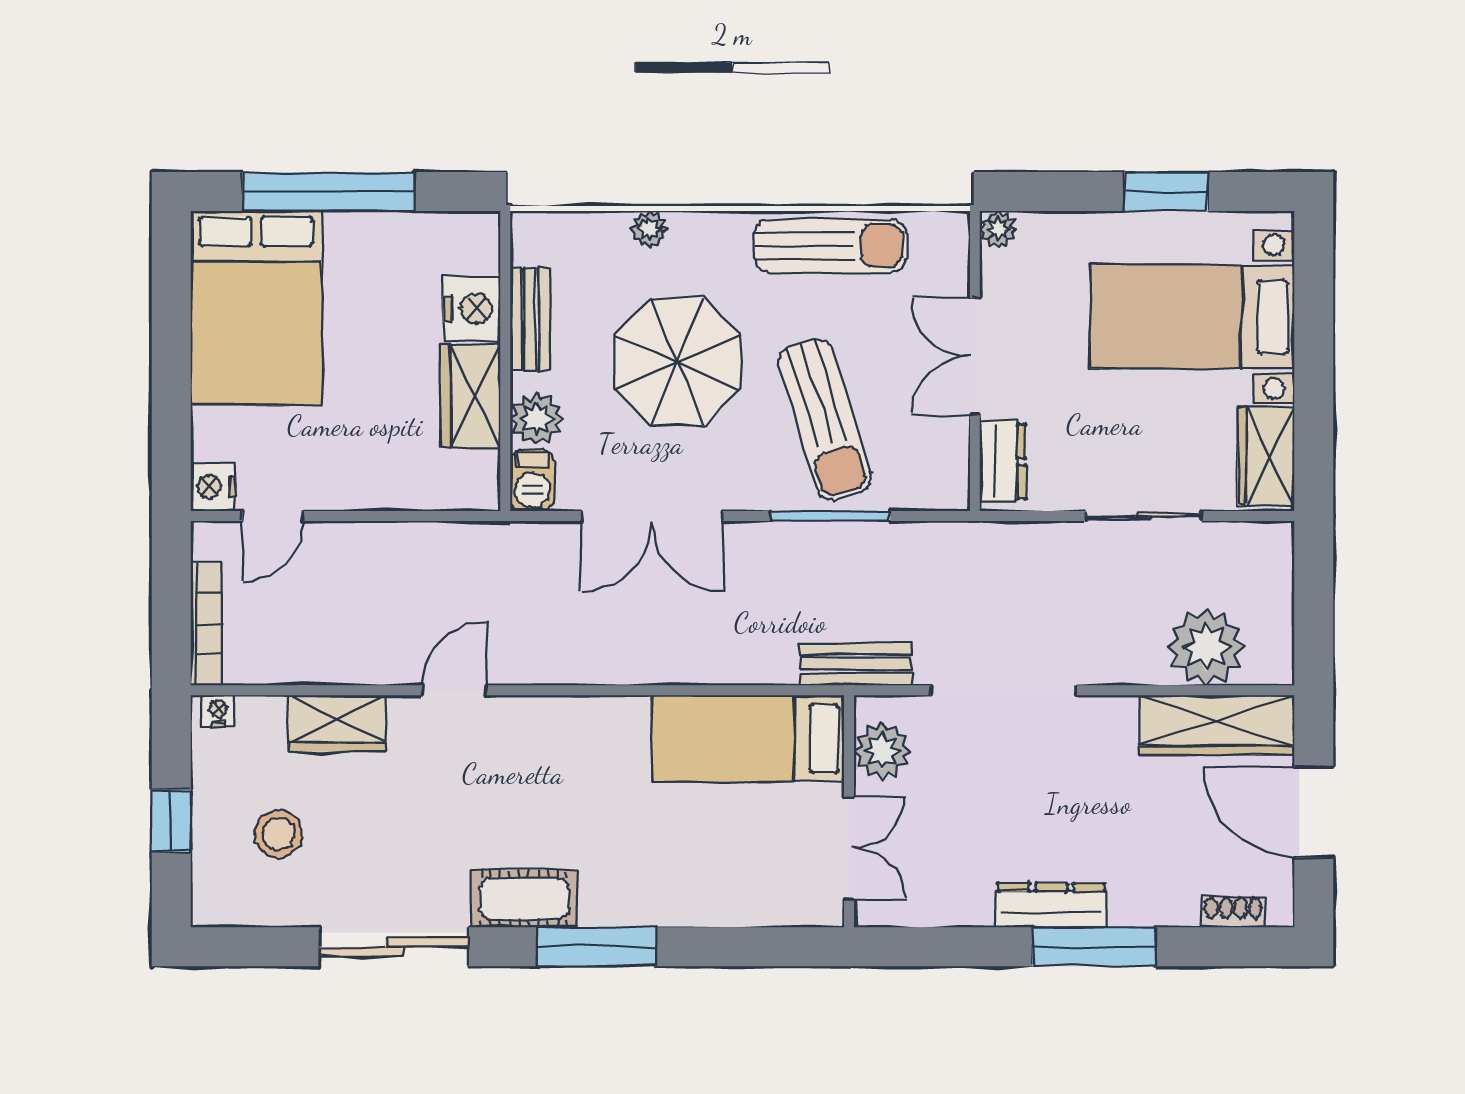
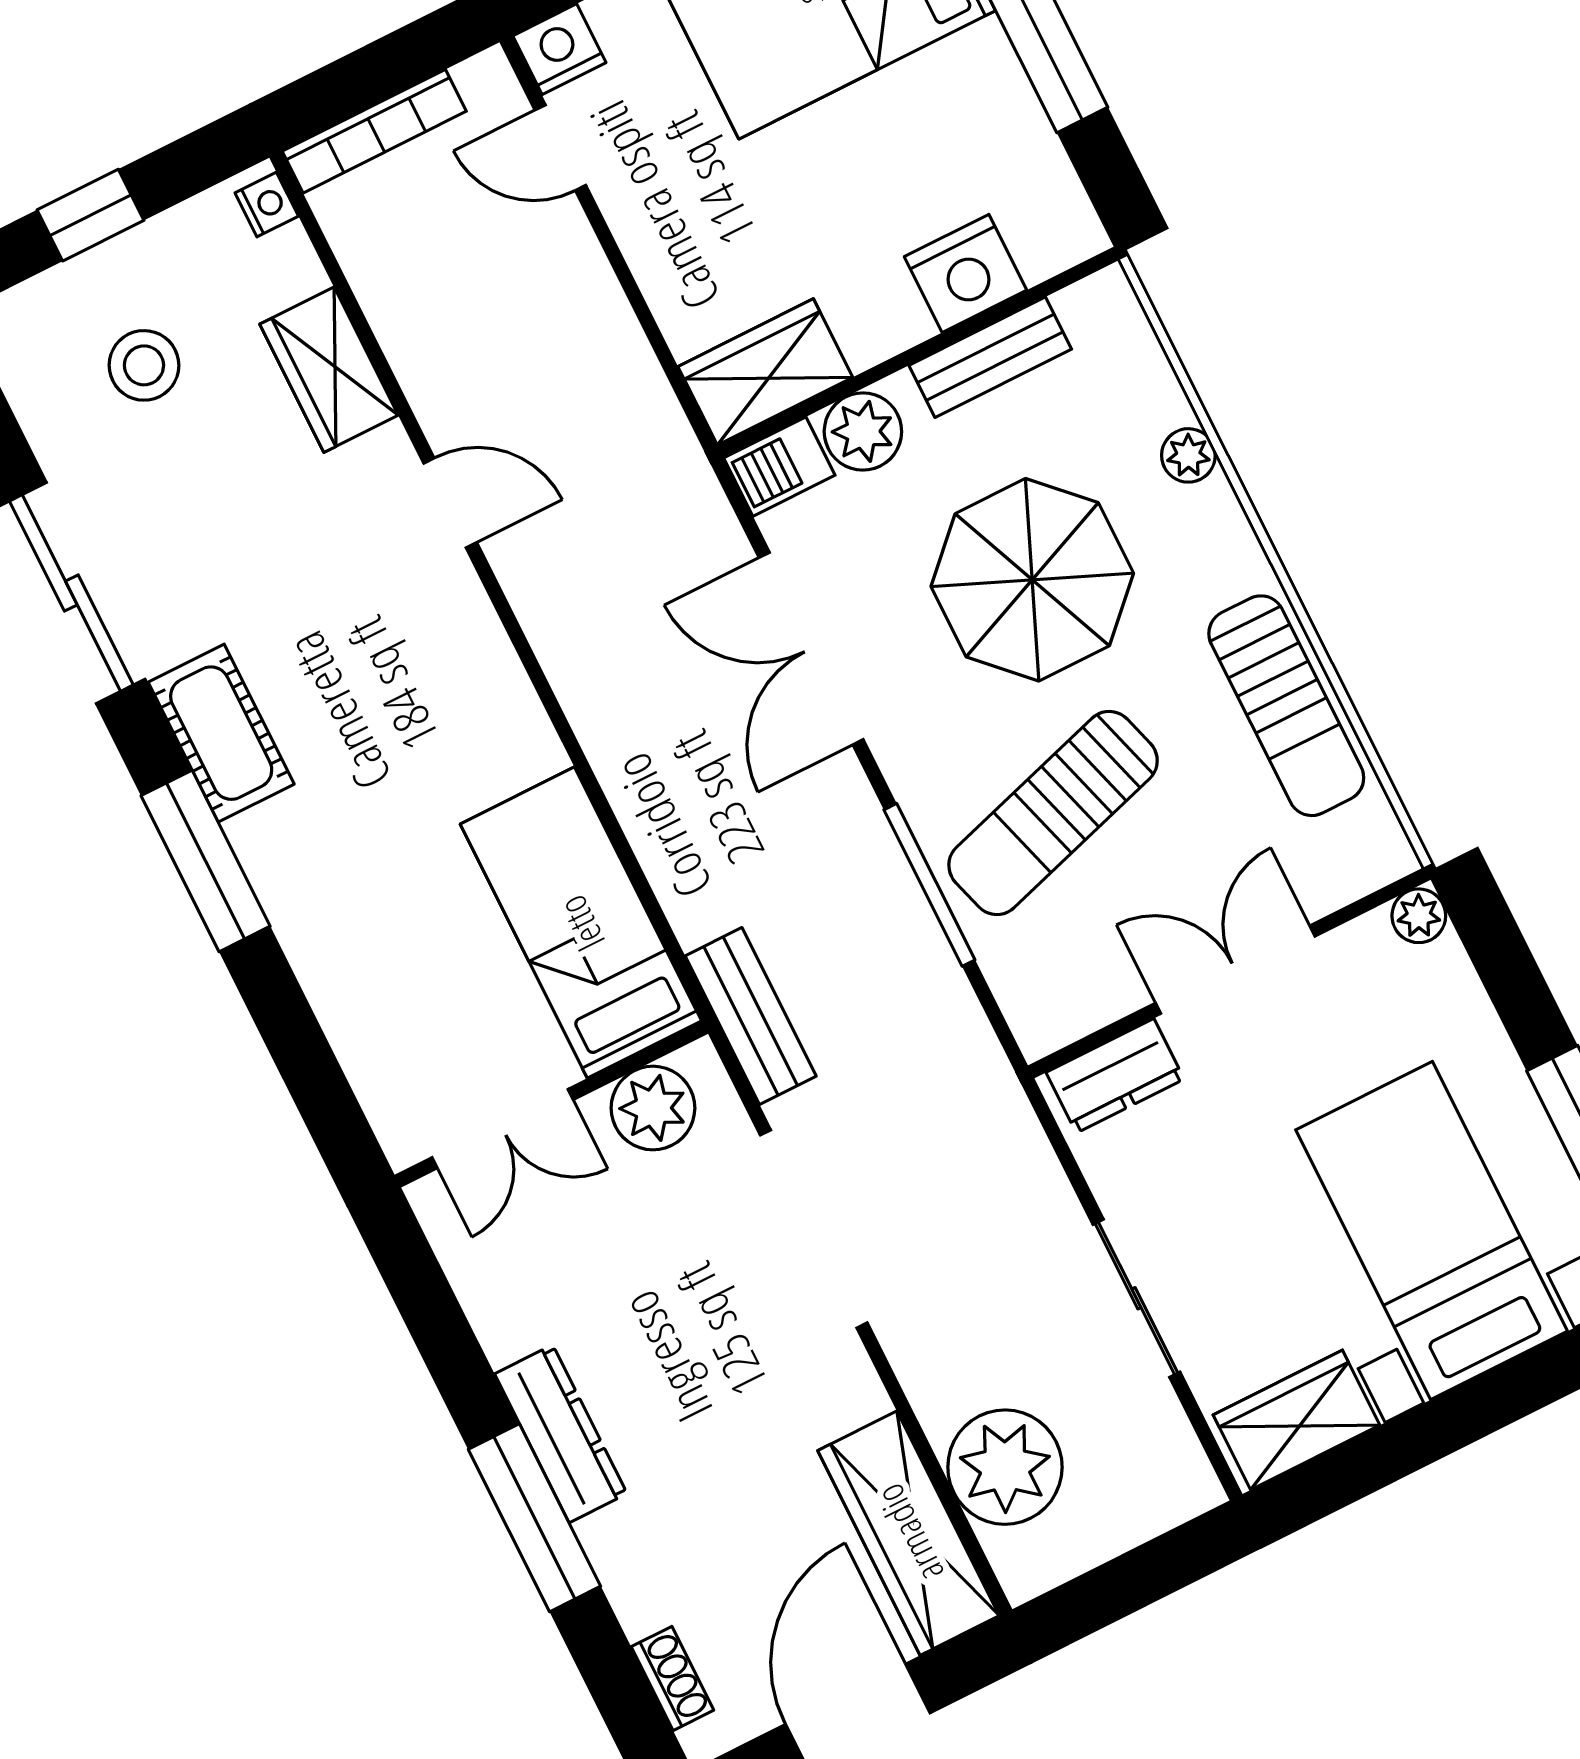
wardrobe: (471, 396) -> (765, 372), moved

